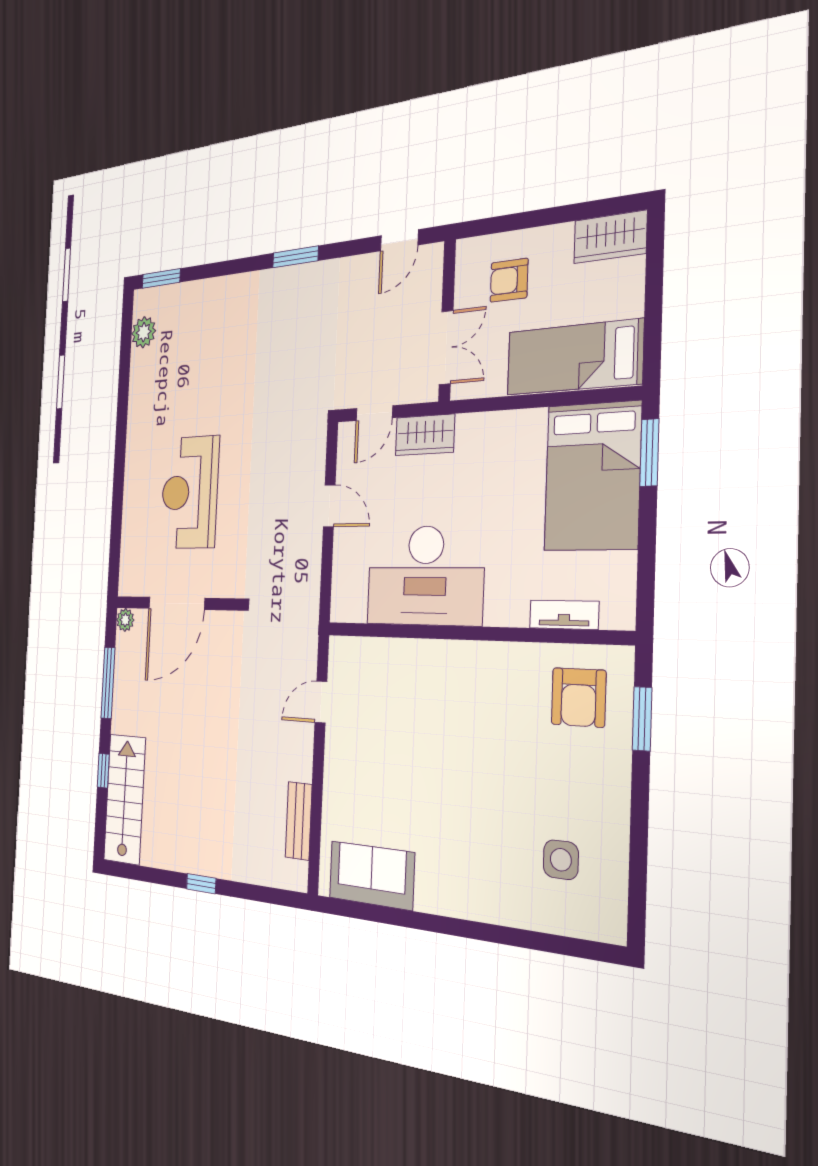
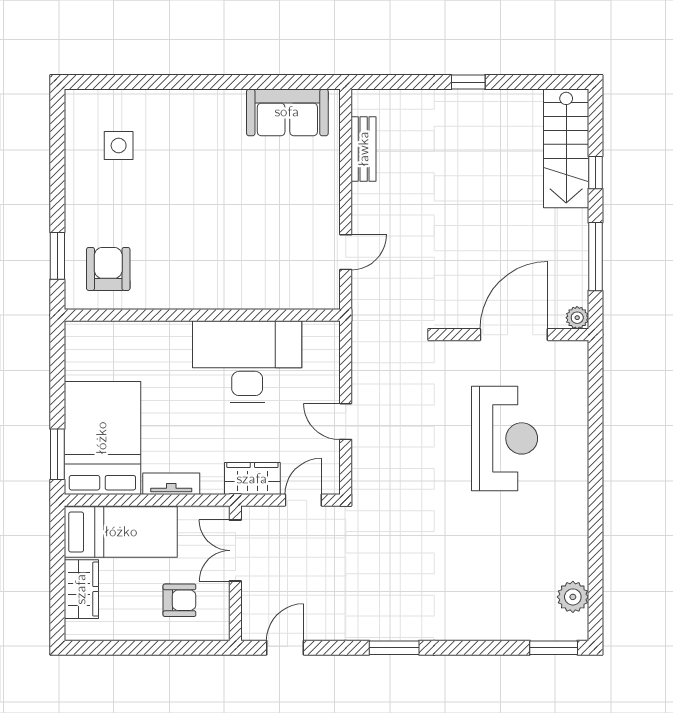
wardrobe: (610, 237) -> (81, 589), moved, turned 90
tv unit: (564, 615) -> (171, 484), moved, turned 180

